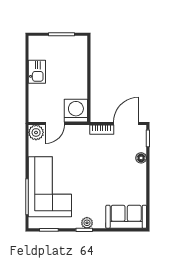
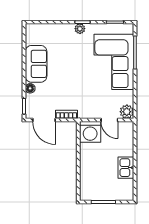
door: (55, 123) -> (109, 120), swing flipped
door: (126, 123) -> (44, 120), hinge flipped
sofa: (126, 217) -> (36, 64), moved, turned -90

